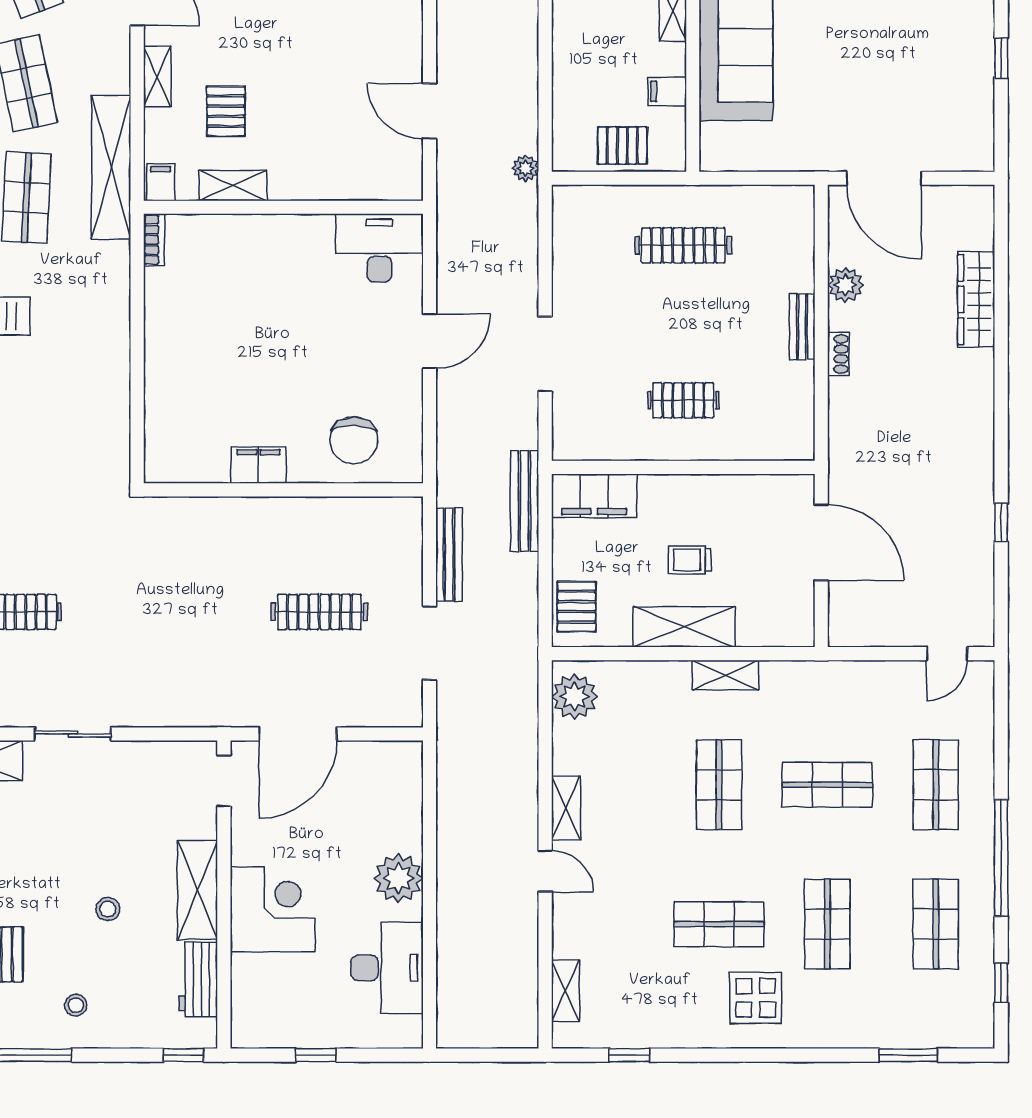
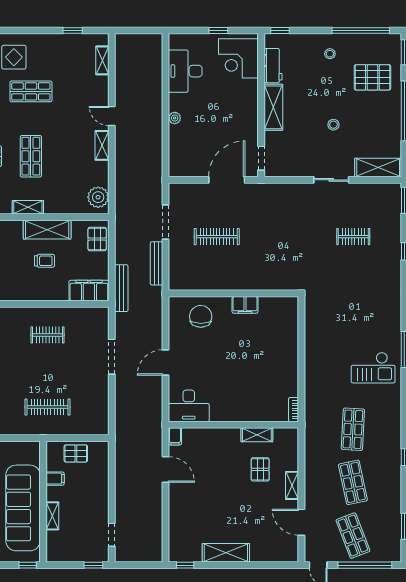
shelving: (111, 167) -> (314, 443), removed
plant: (526, 168) -> (121, 443), removed
filing cabinet: (161, 182) -> (175, 436), moved
plant: (398, 878) -> (175, 118), width x0.53, depth x0.53
stool: (108, 909) -> (333, 125), moved
corner desk: (273, 909) -> (238, 58), moved

